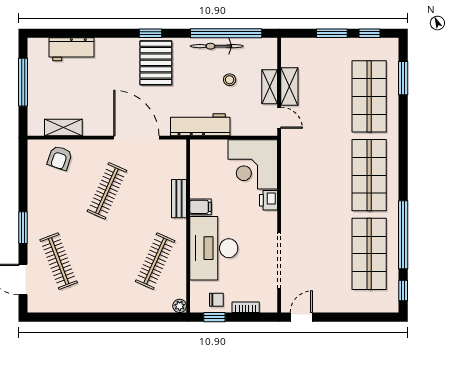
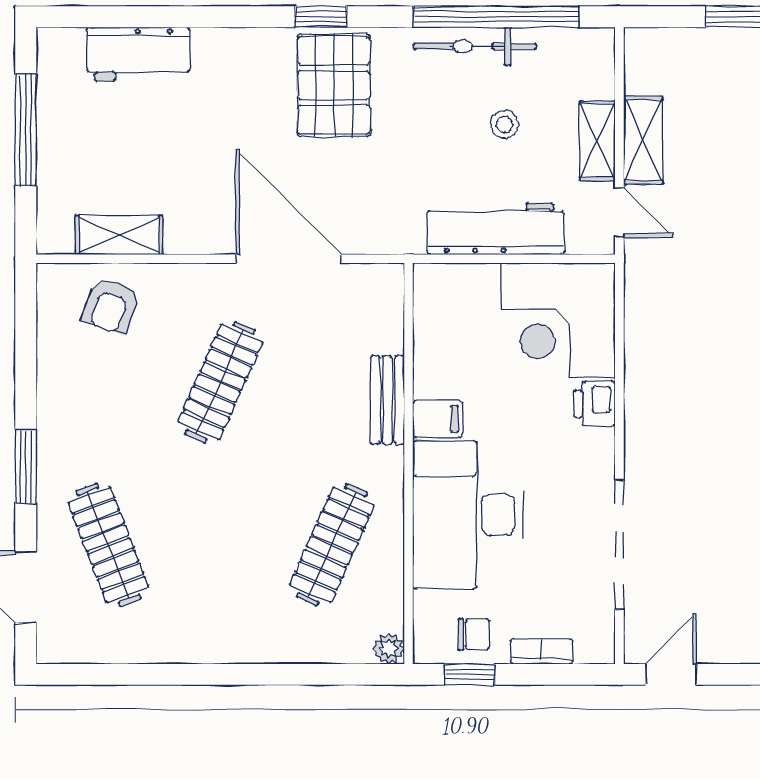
workbench: (200, 125) -> (496, 229), moved

